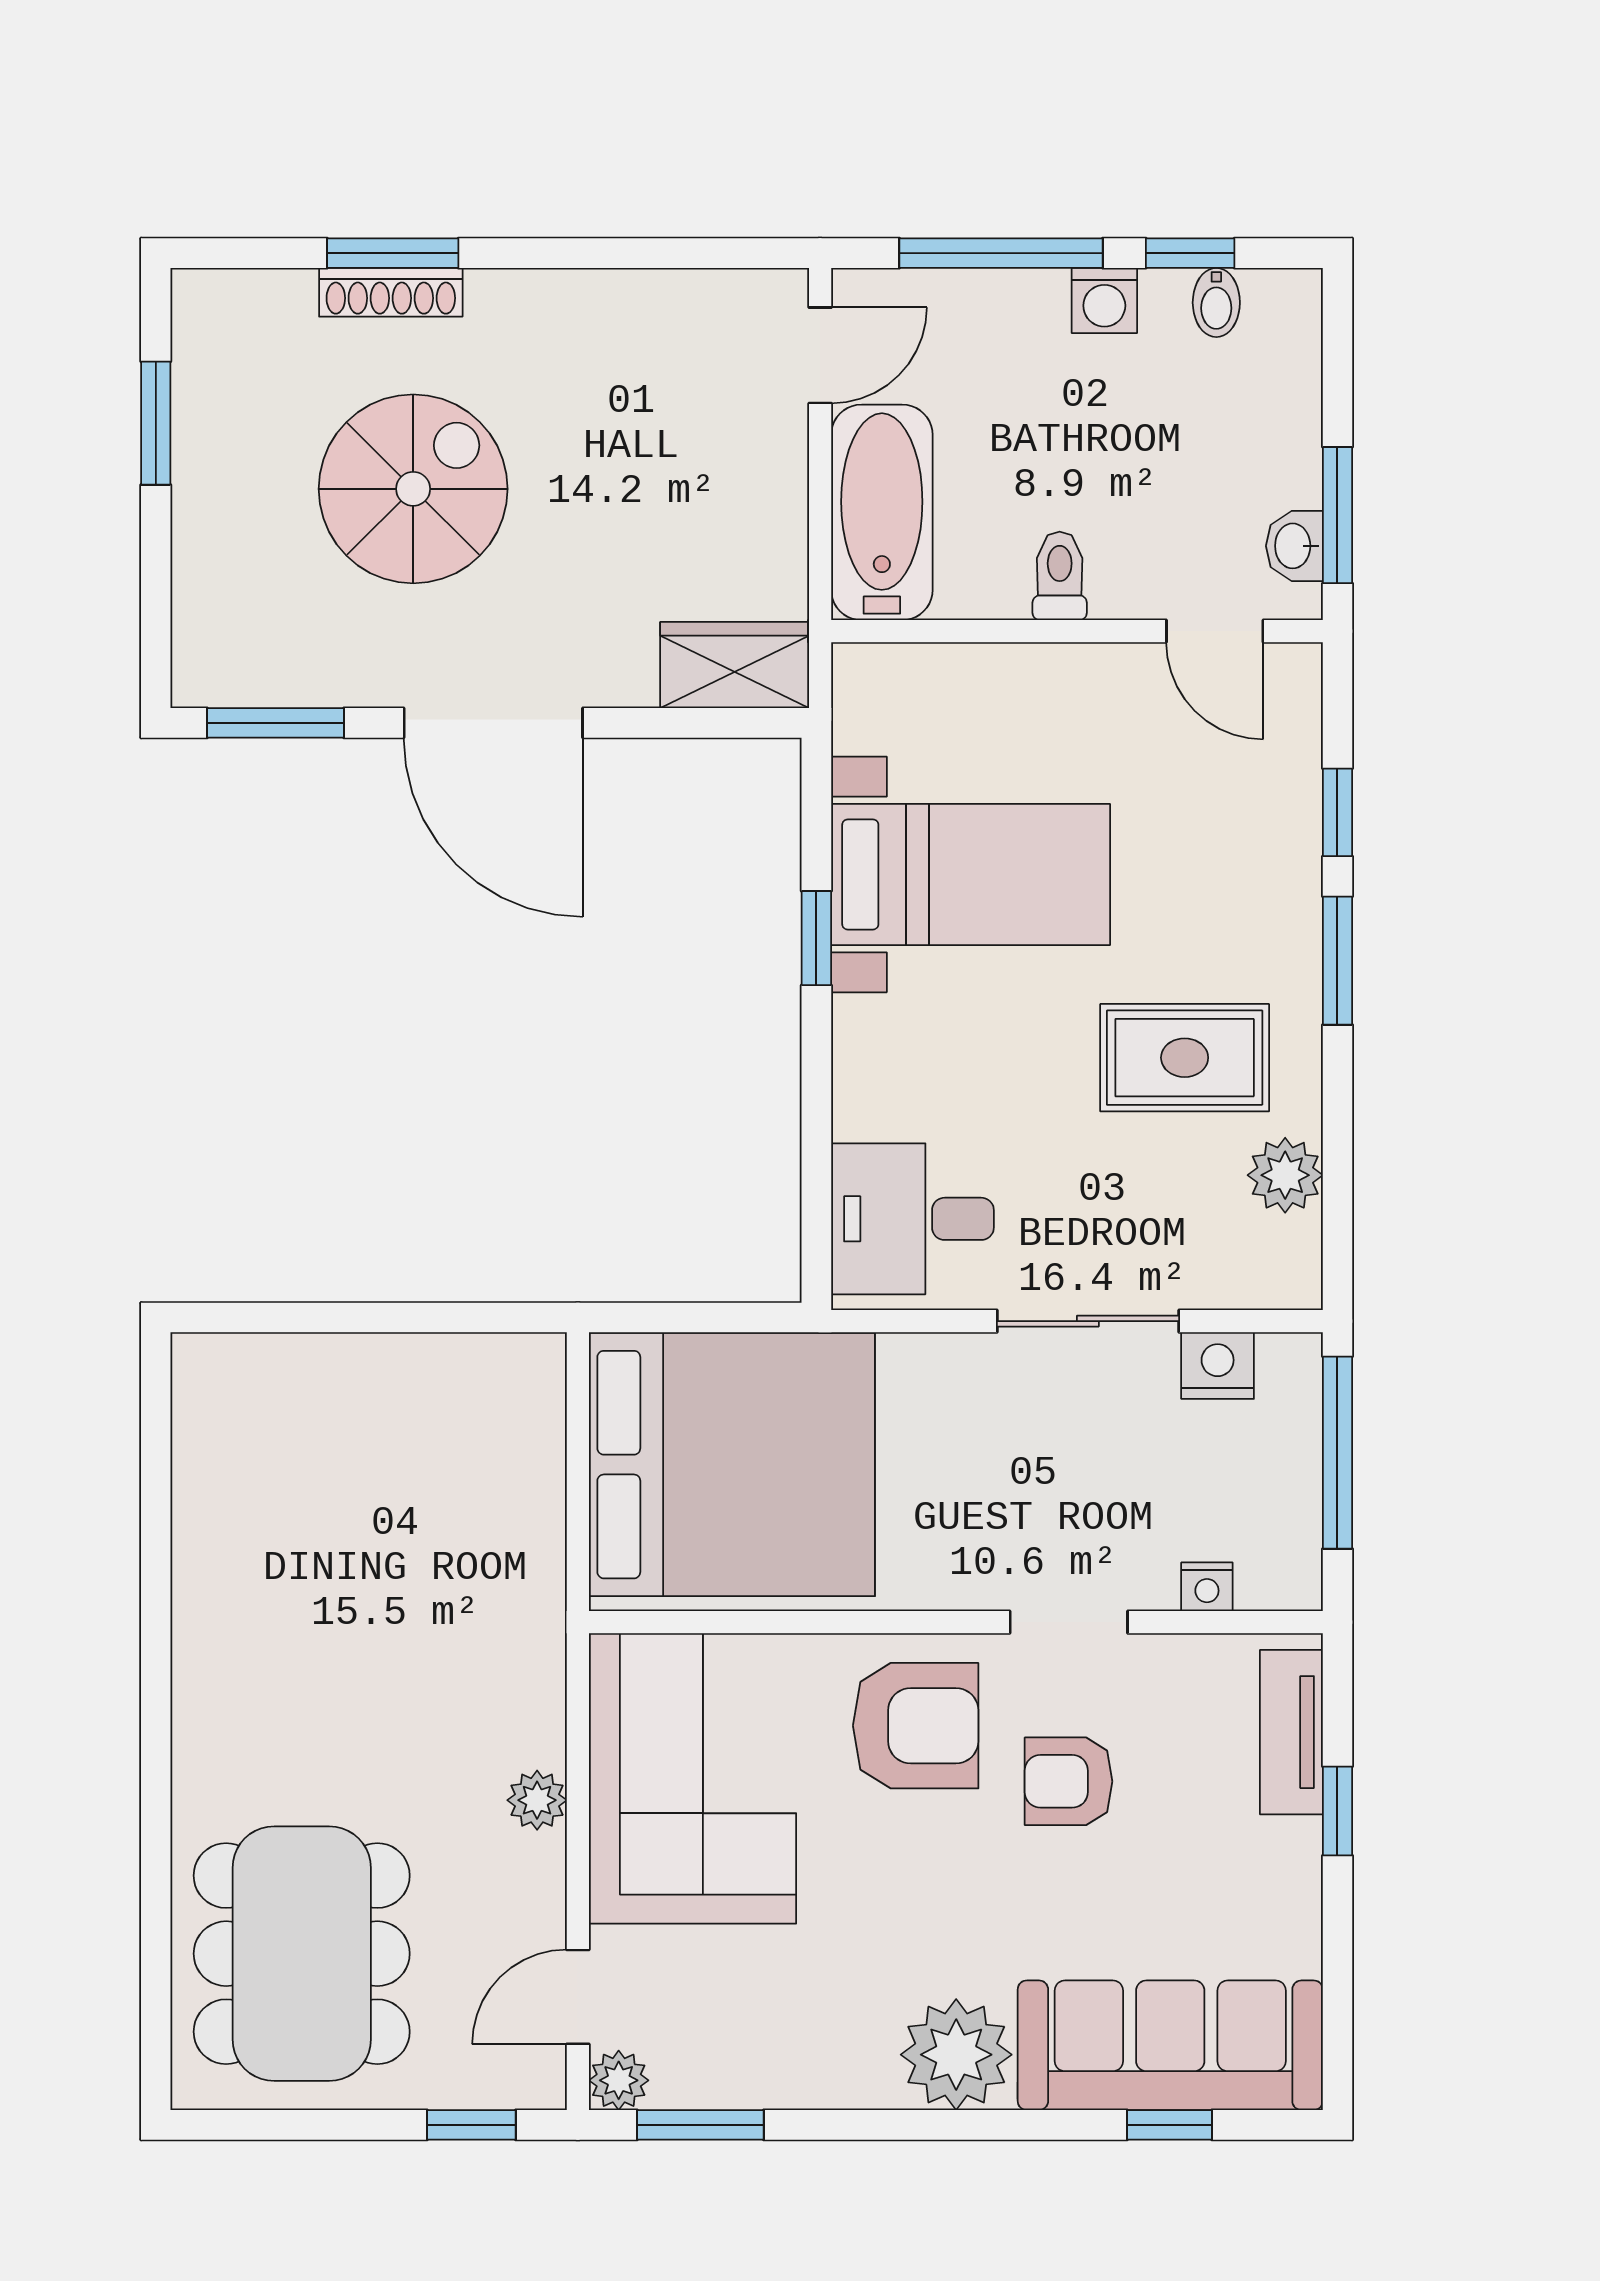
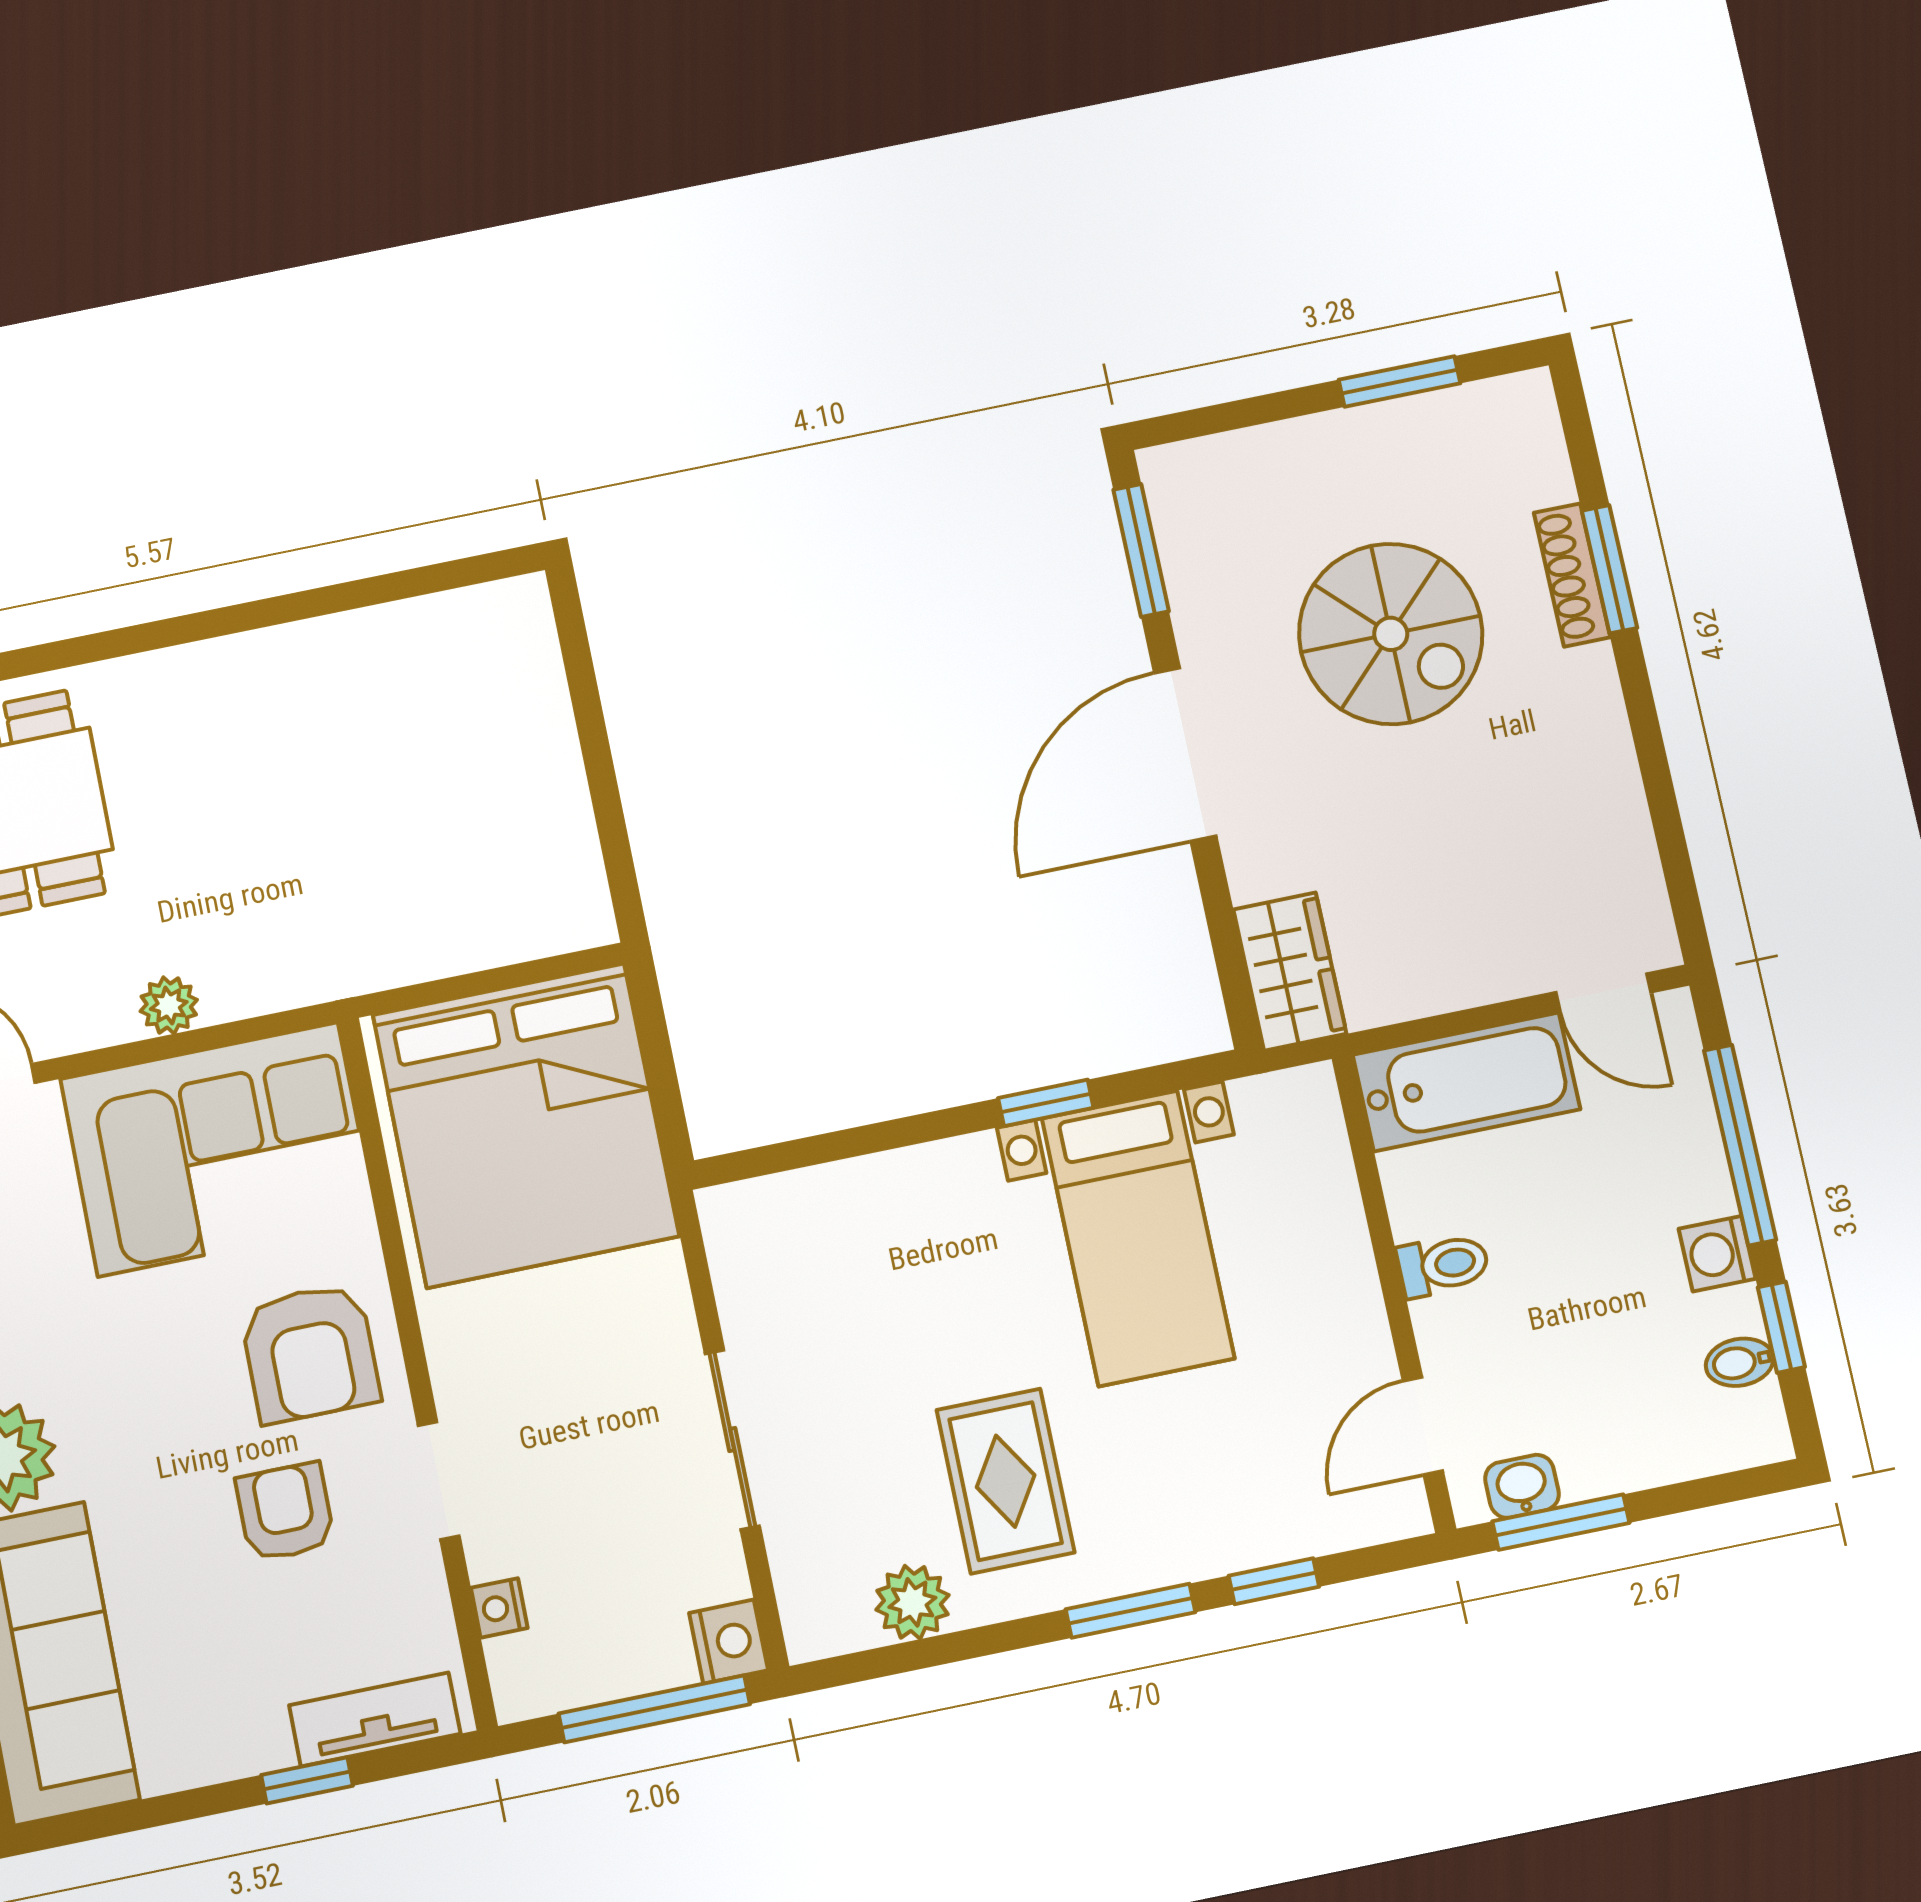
desk: (912, 1219) -> (796, 1250), removed
nightstand: (1218, 1366) -> (729, 1642), moved

